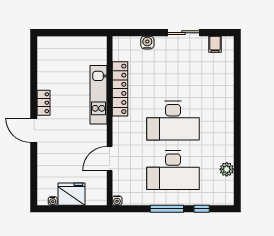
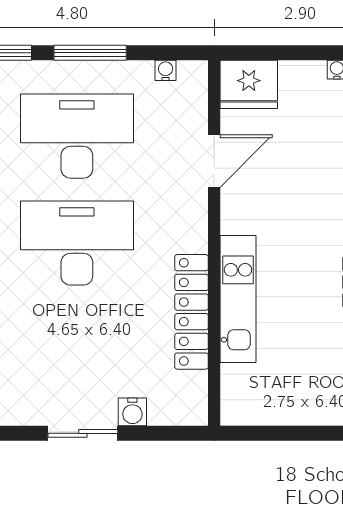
sliding door: (184, 33) -> (83, 433), moved
fridge: (72, 194) -> (249, 84), moved
water cooler: (117, 201) -> (166, 70), moved

